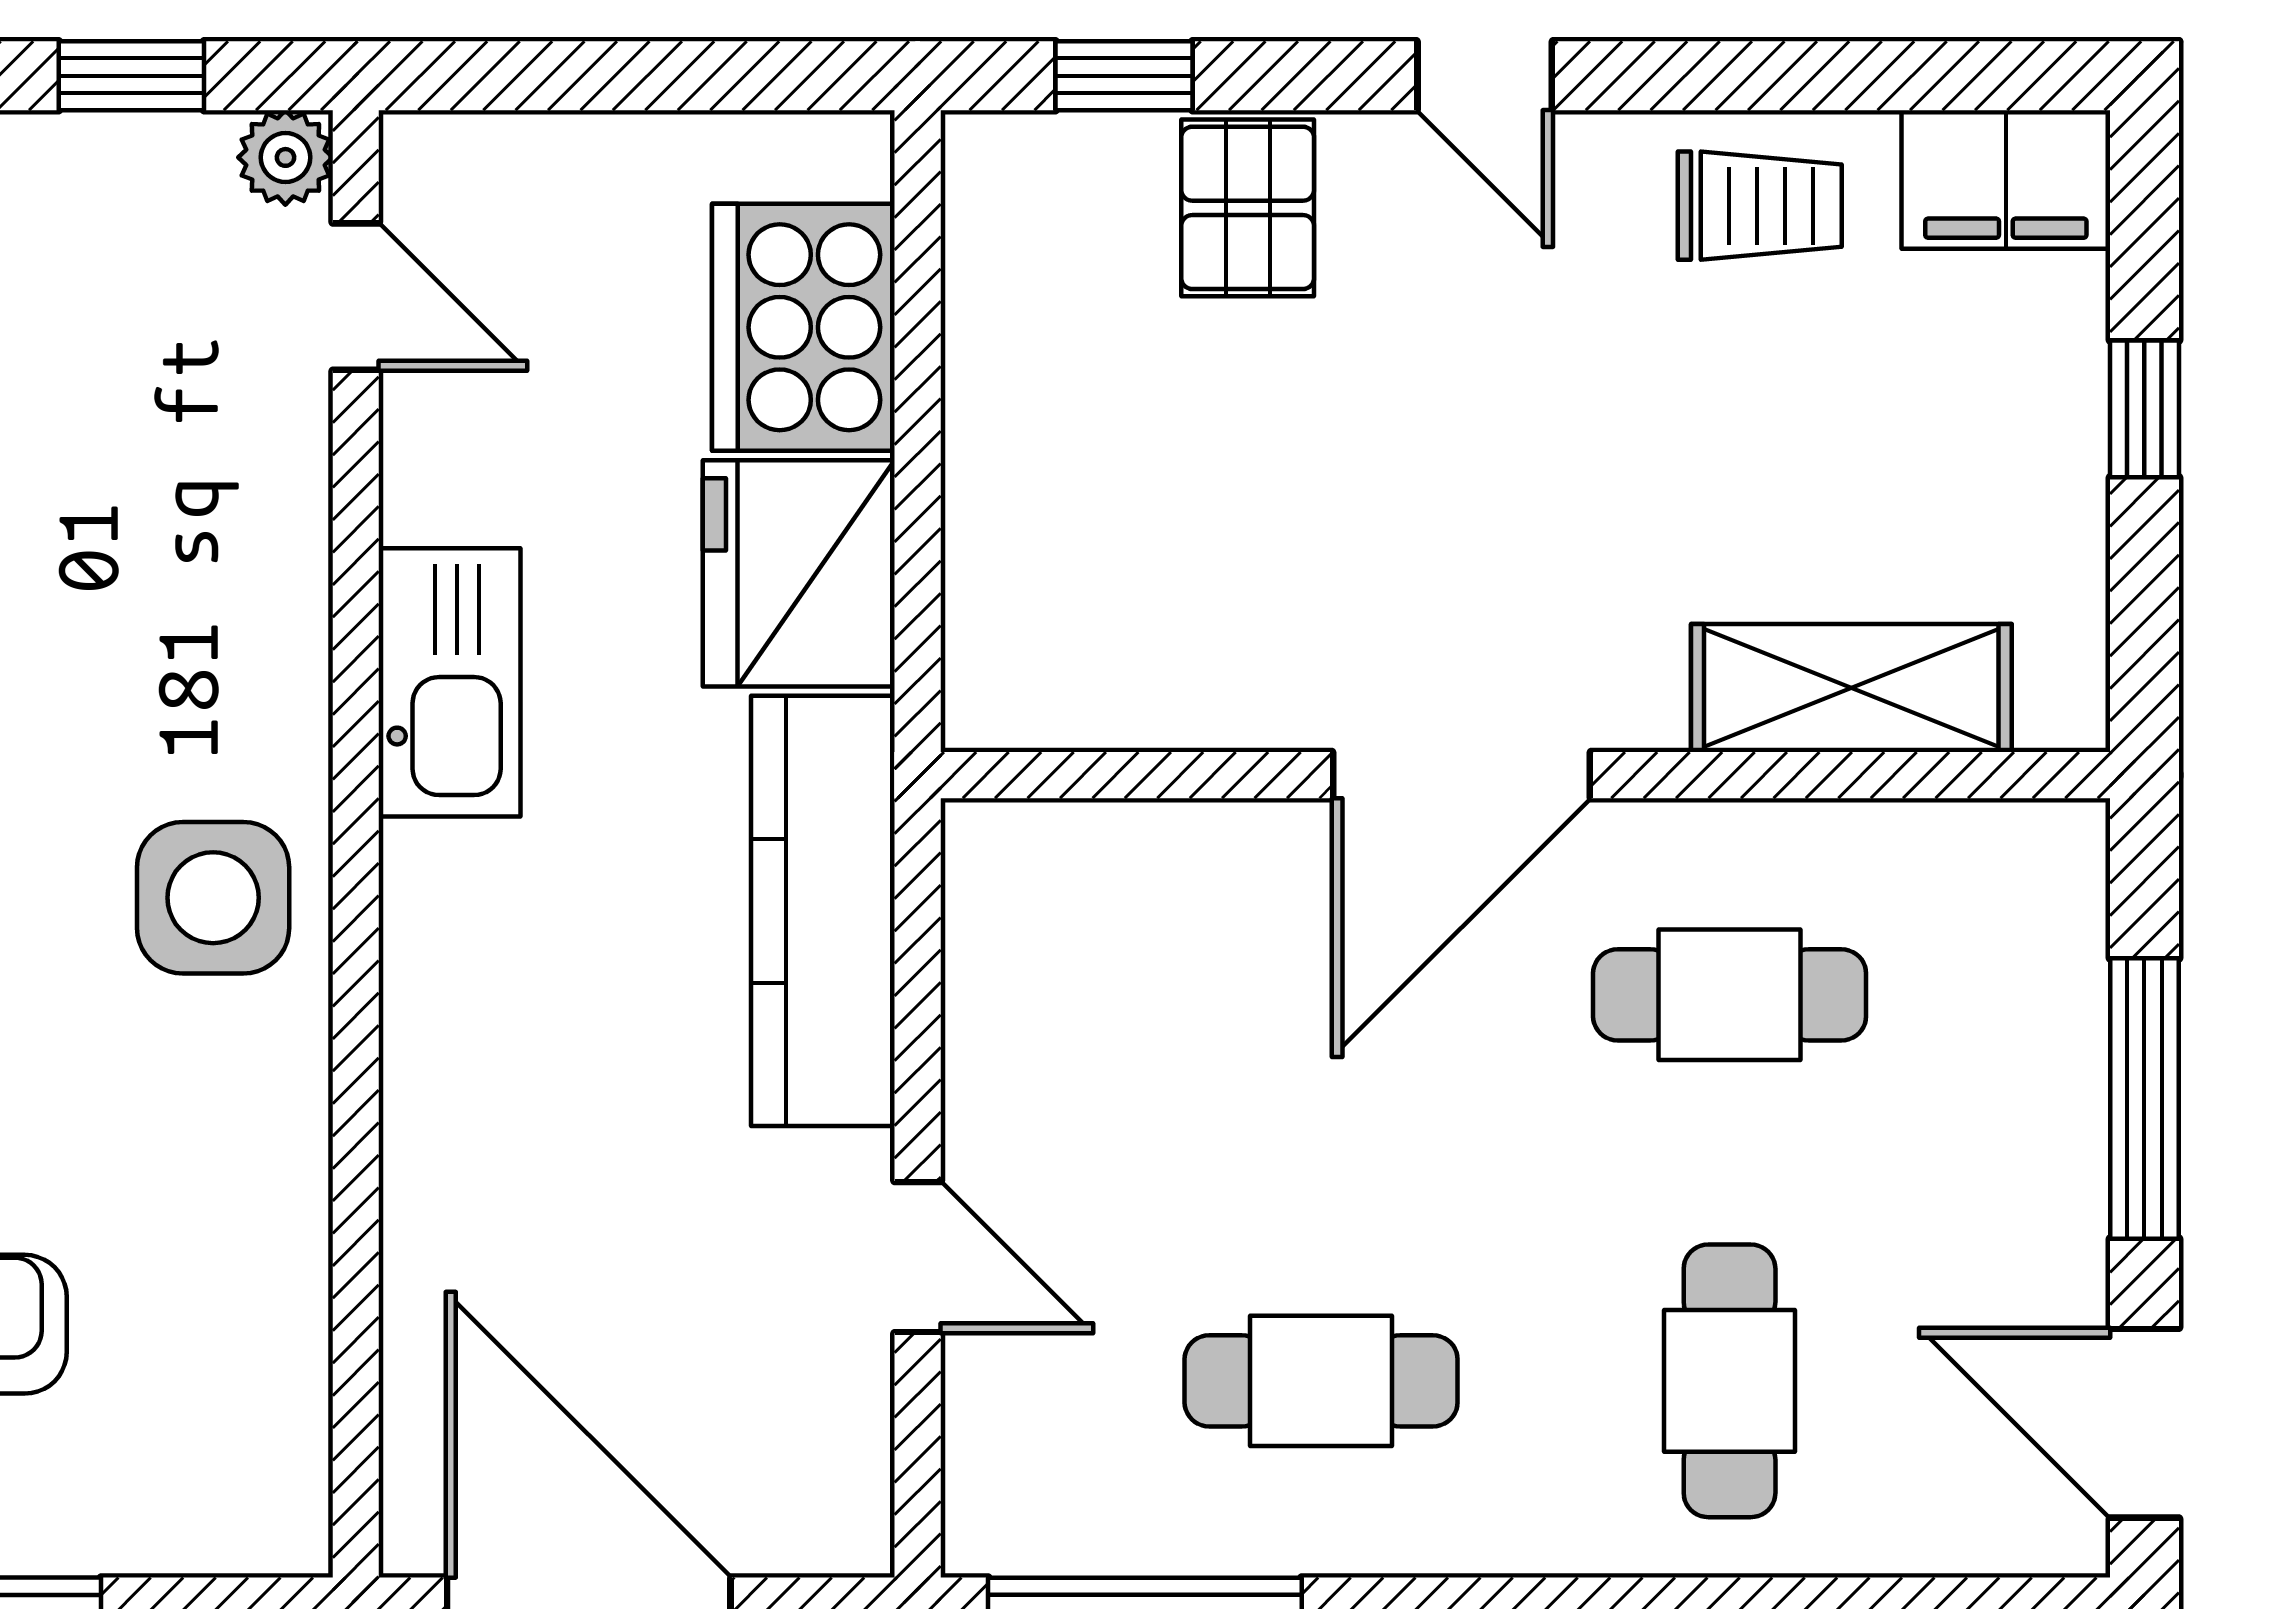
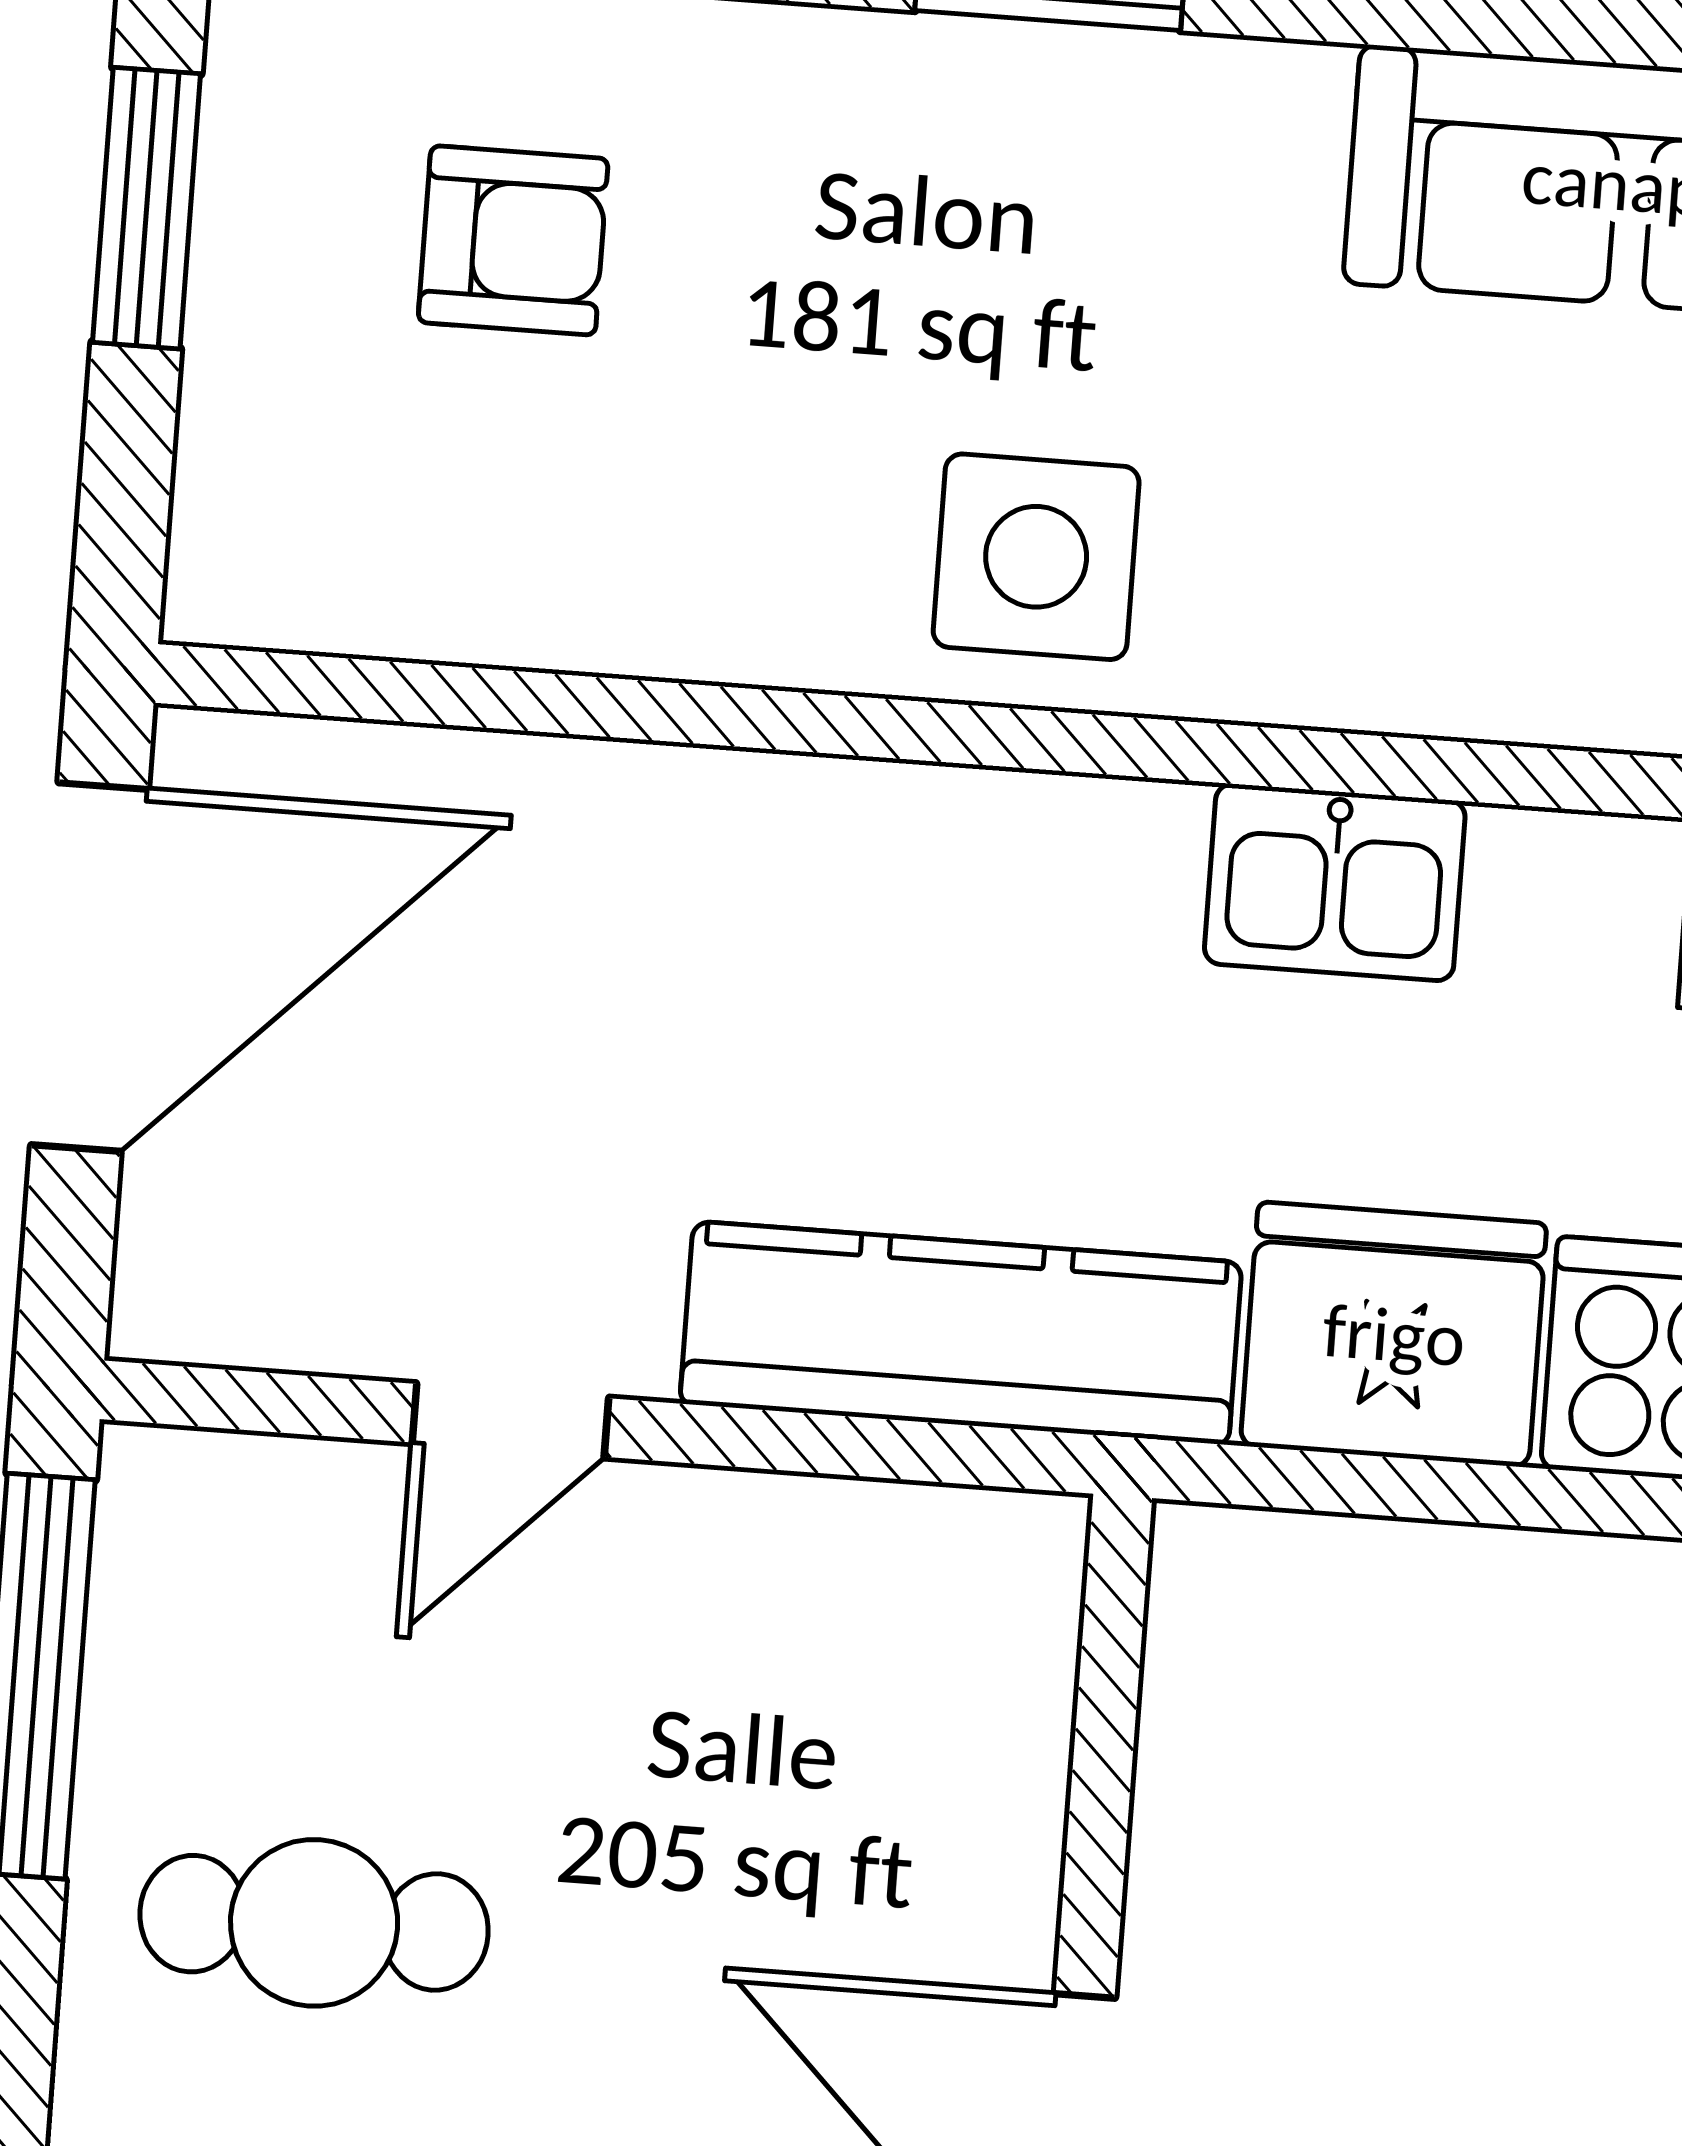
kitchen sink: (450, 682) -> (1335, 882), width x0.73
cafe table: (1321, 1381) -> (314, 1923), turned 90

